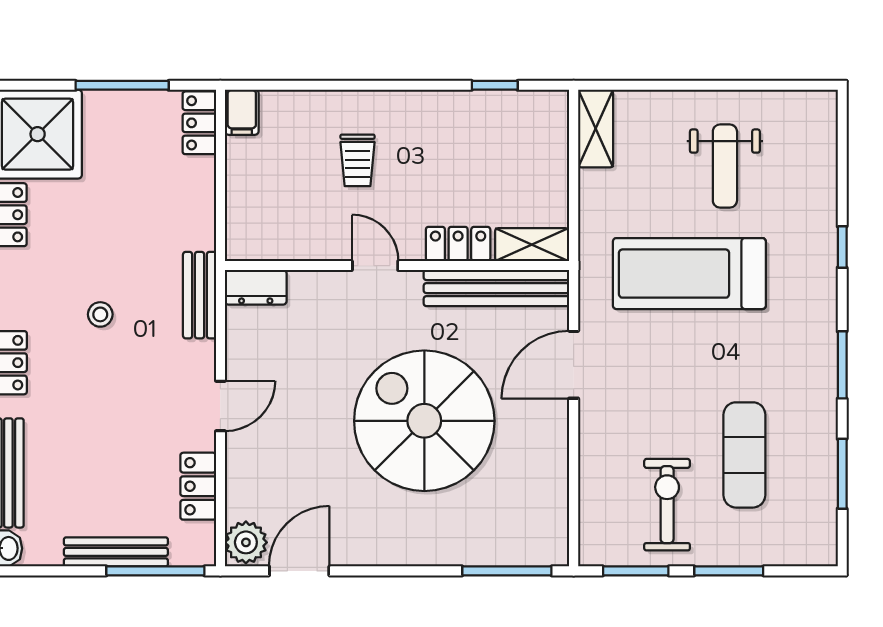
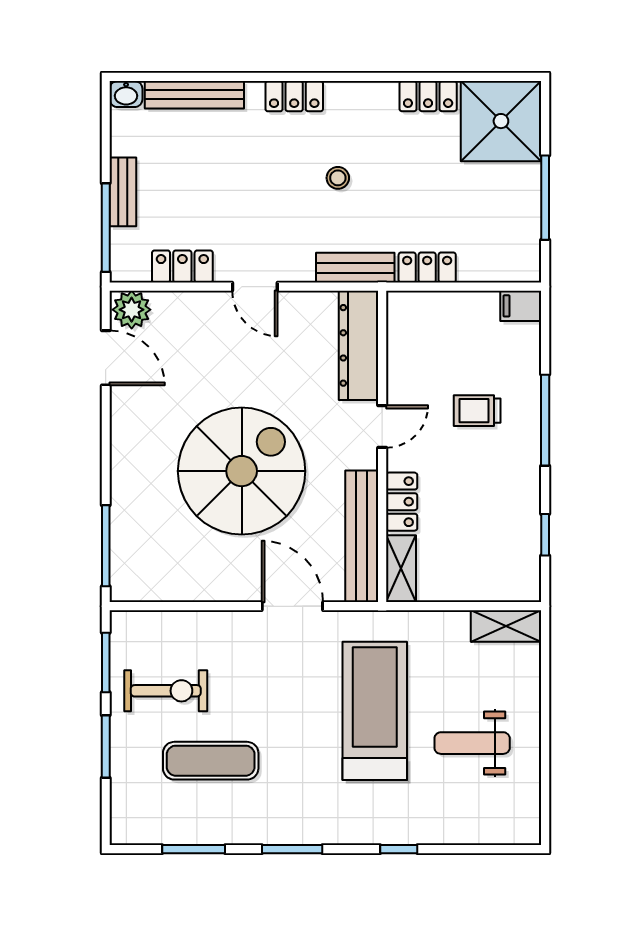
window: (368, 85) -> (545, 420), added
locker: (199, 123) -> (427, 267), moved
dresser: (256, 287) -> (359, 345), width x1.96, depth x1.24
bench: (116, 552) -> (123, 192), width x0.73

